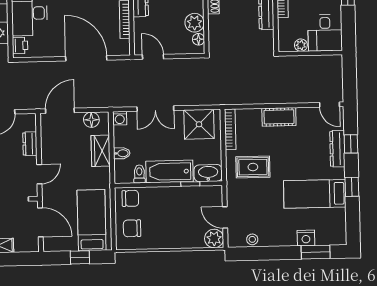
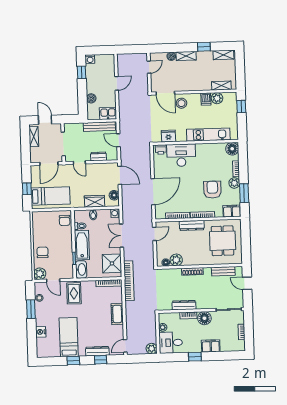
plant: (334, 63) -> (152, 349), added
bookcase: (227, 98) -> (129, 281), added
rug: (253, 167) -> (74, 293), moved
door: (225, 217) -> (53, 280), swing flipped
chair: (132, 228) -> (43, 252), moved
window: (316, 252) -> (31, 309), moved

